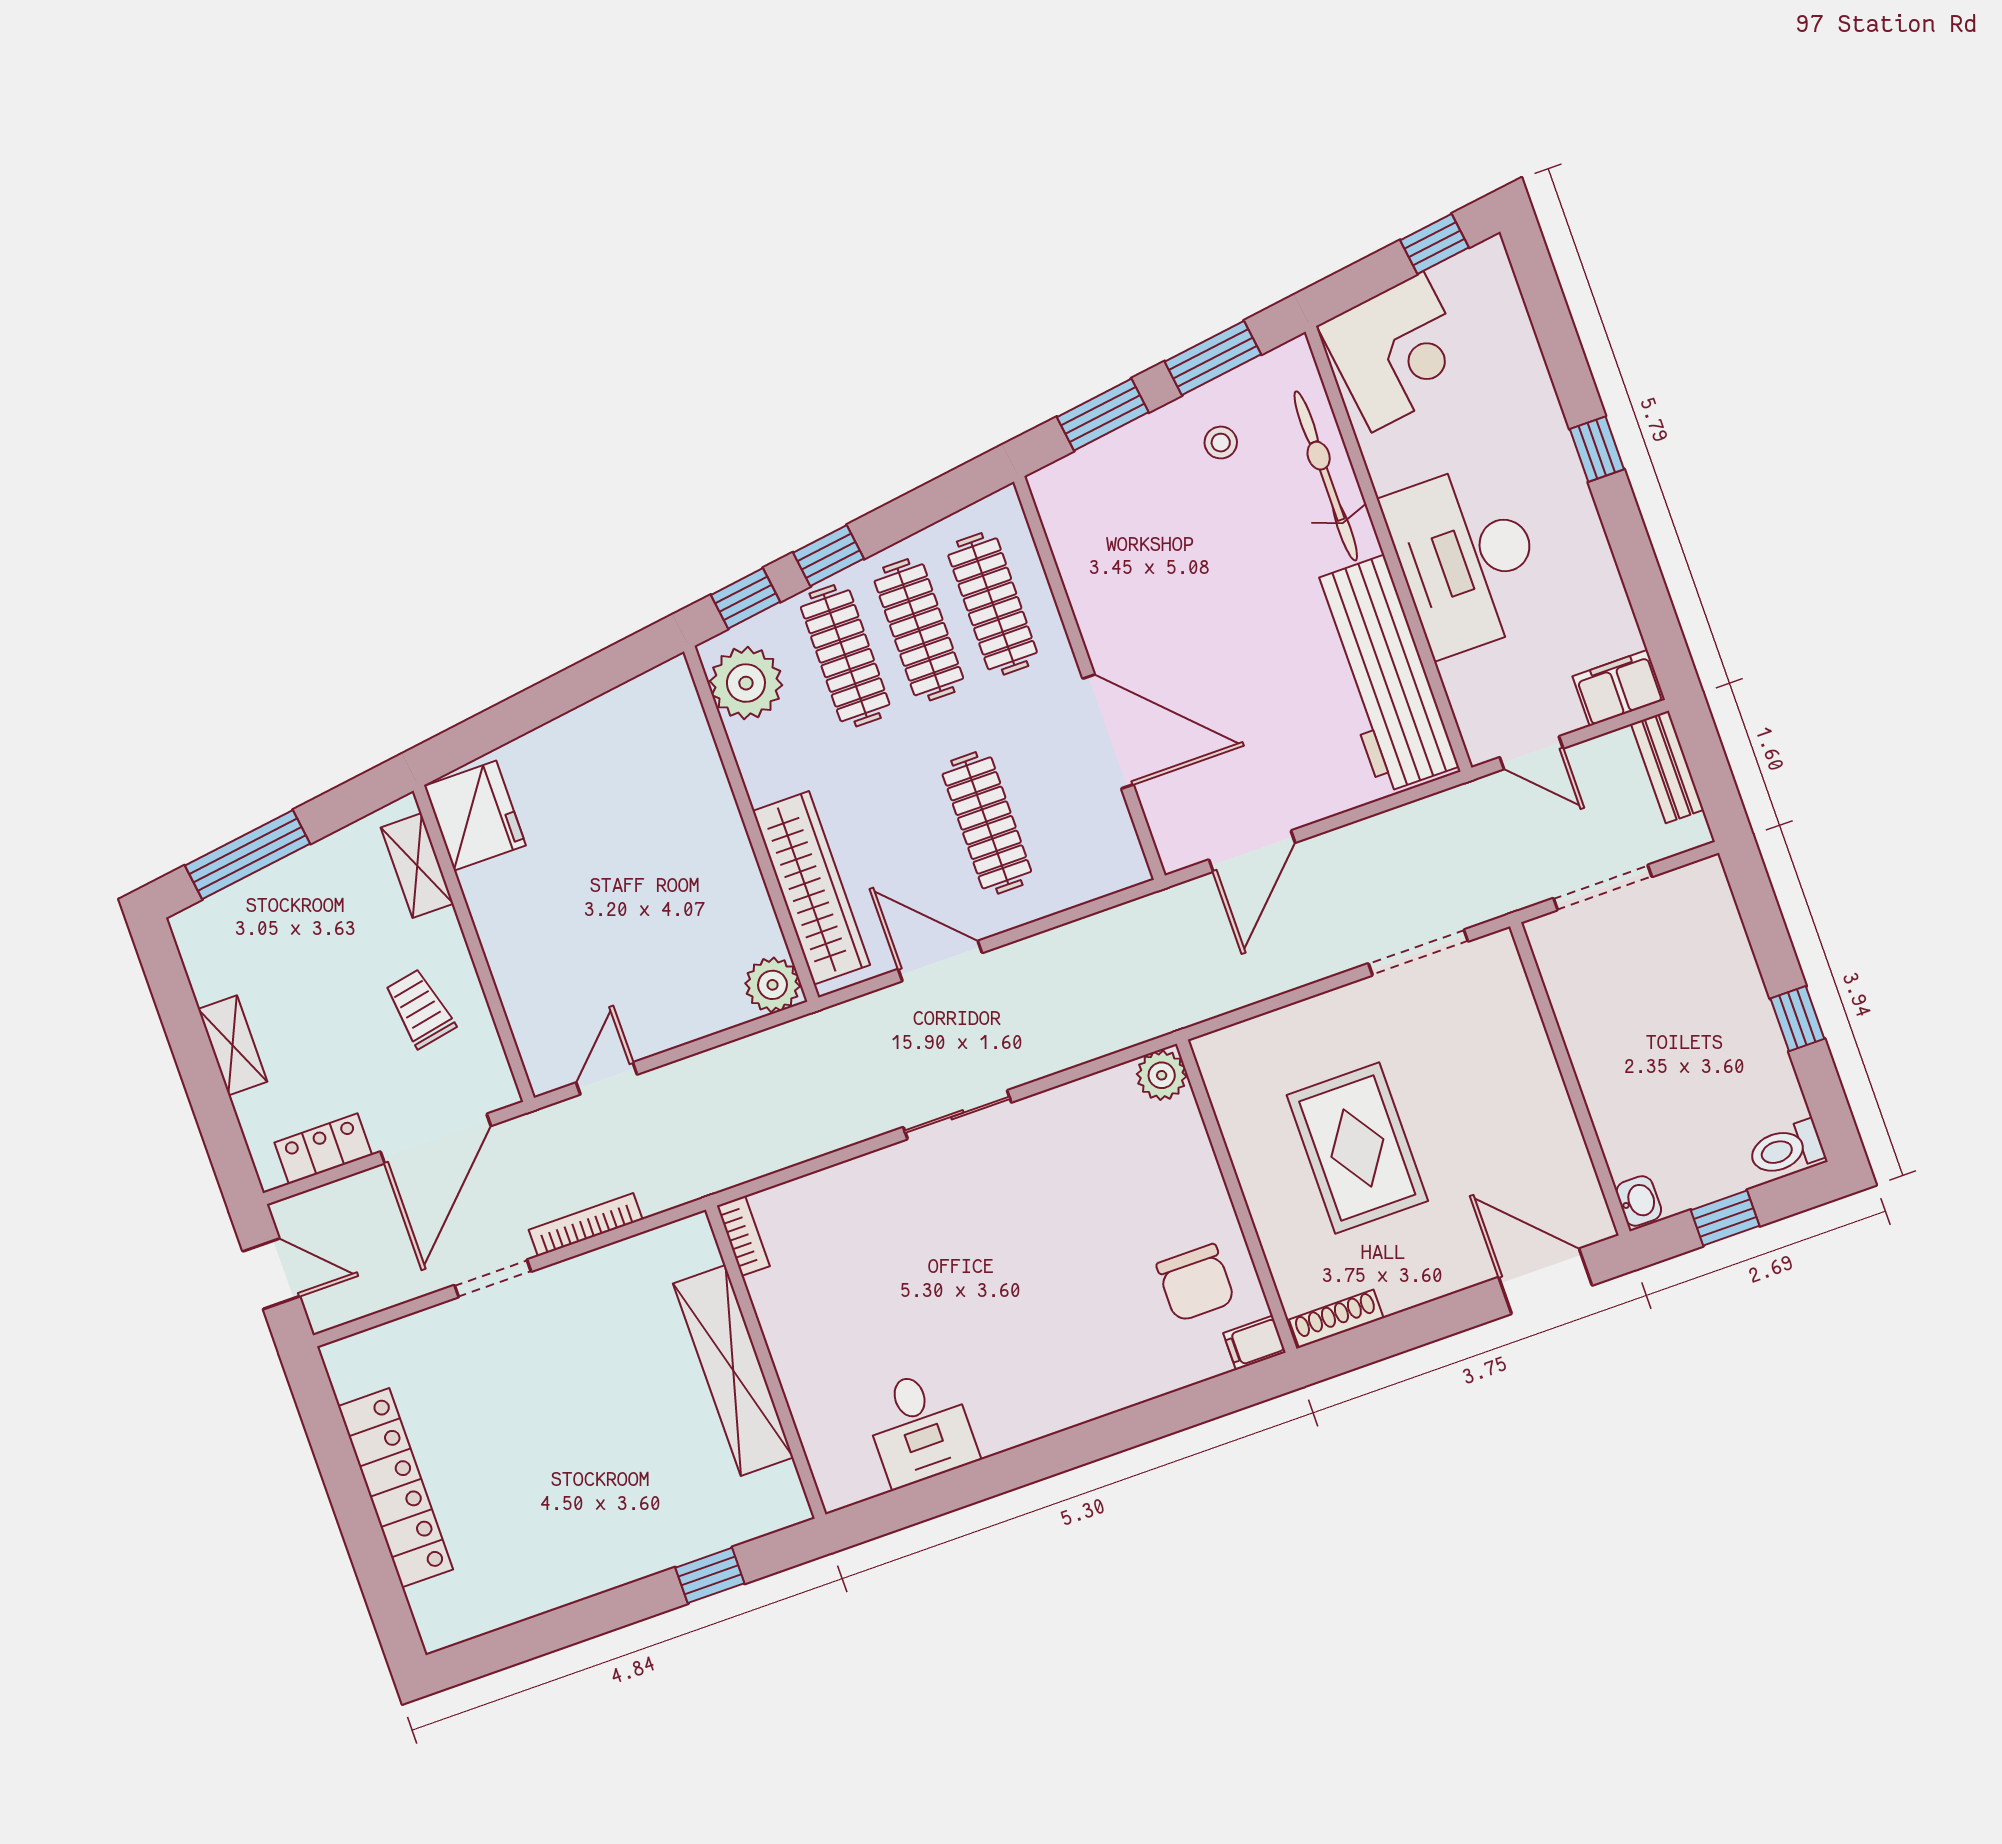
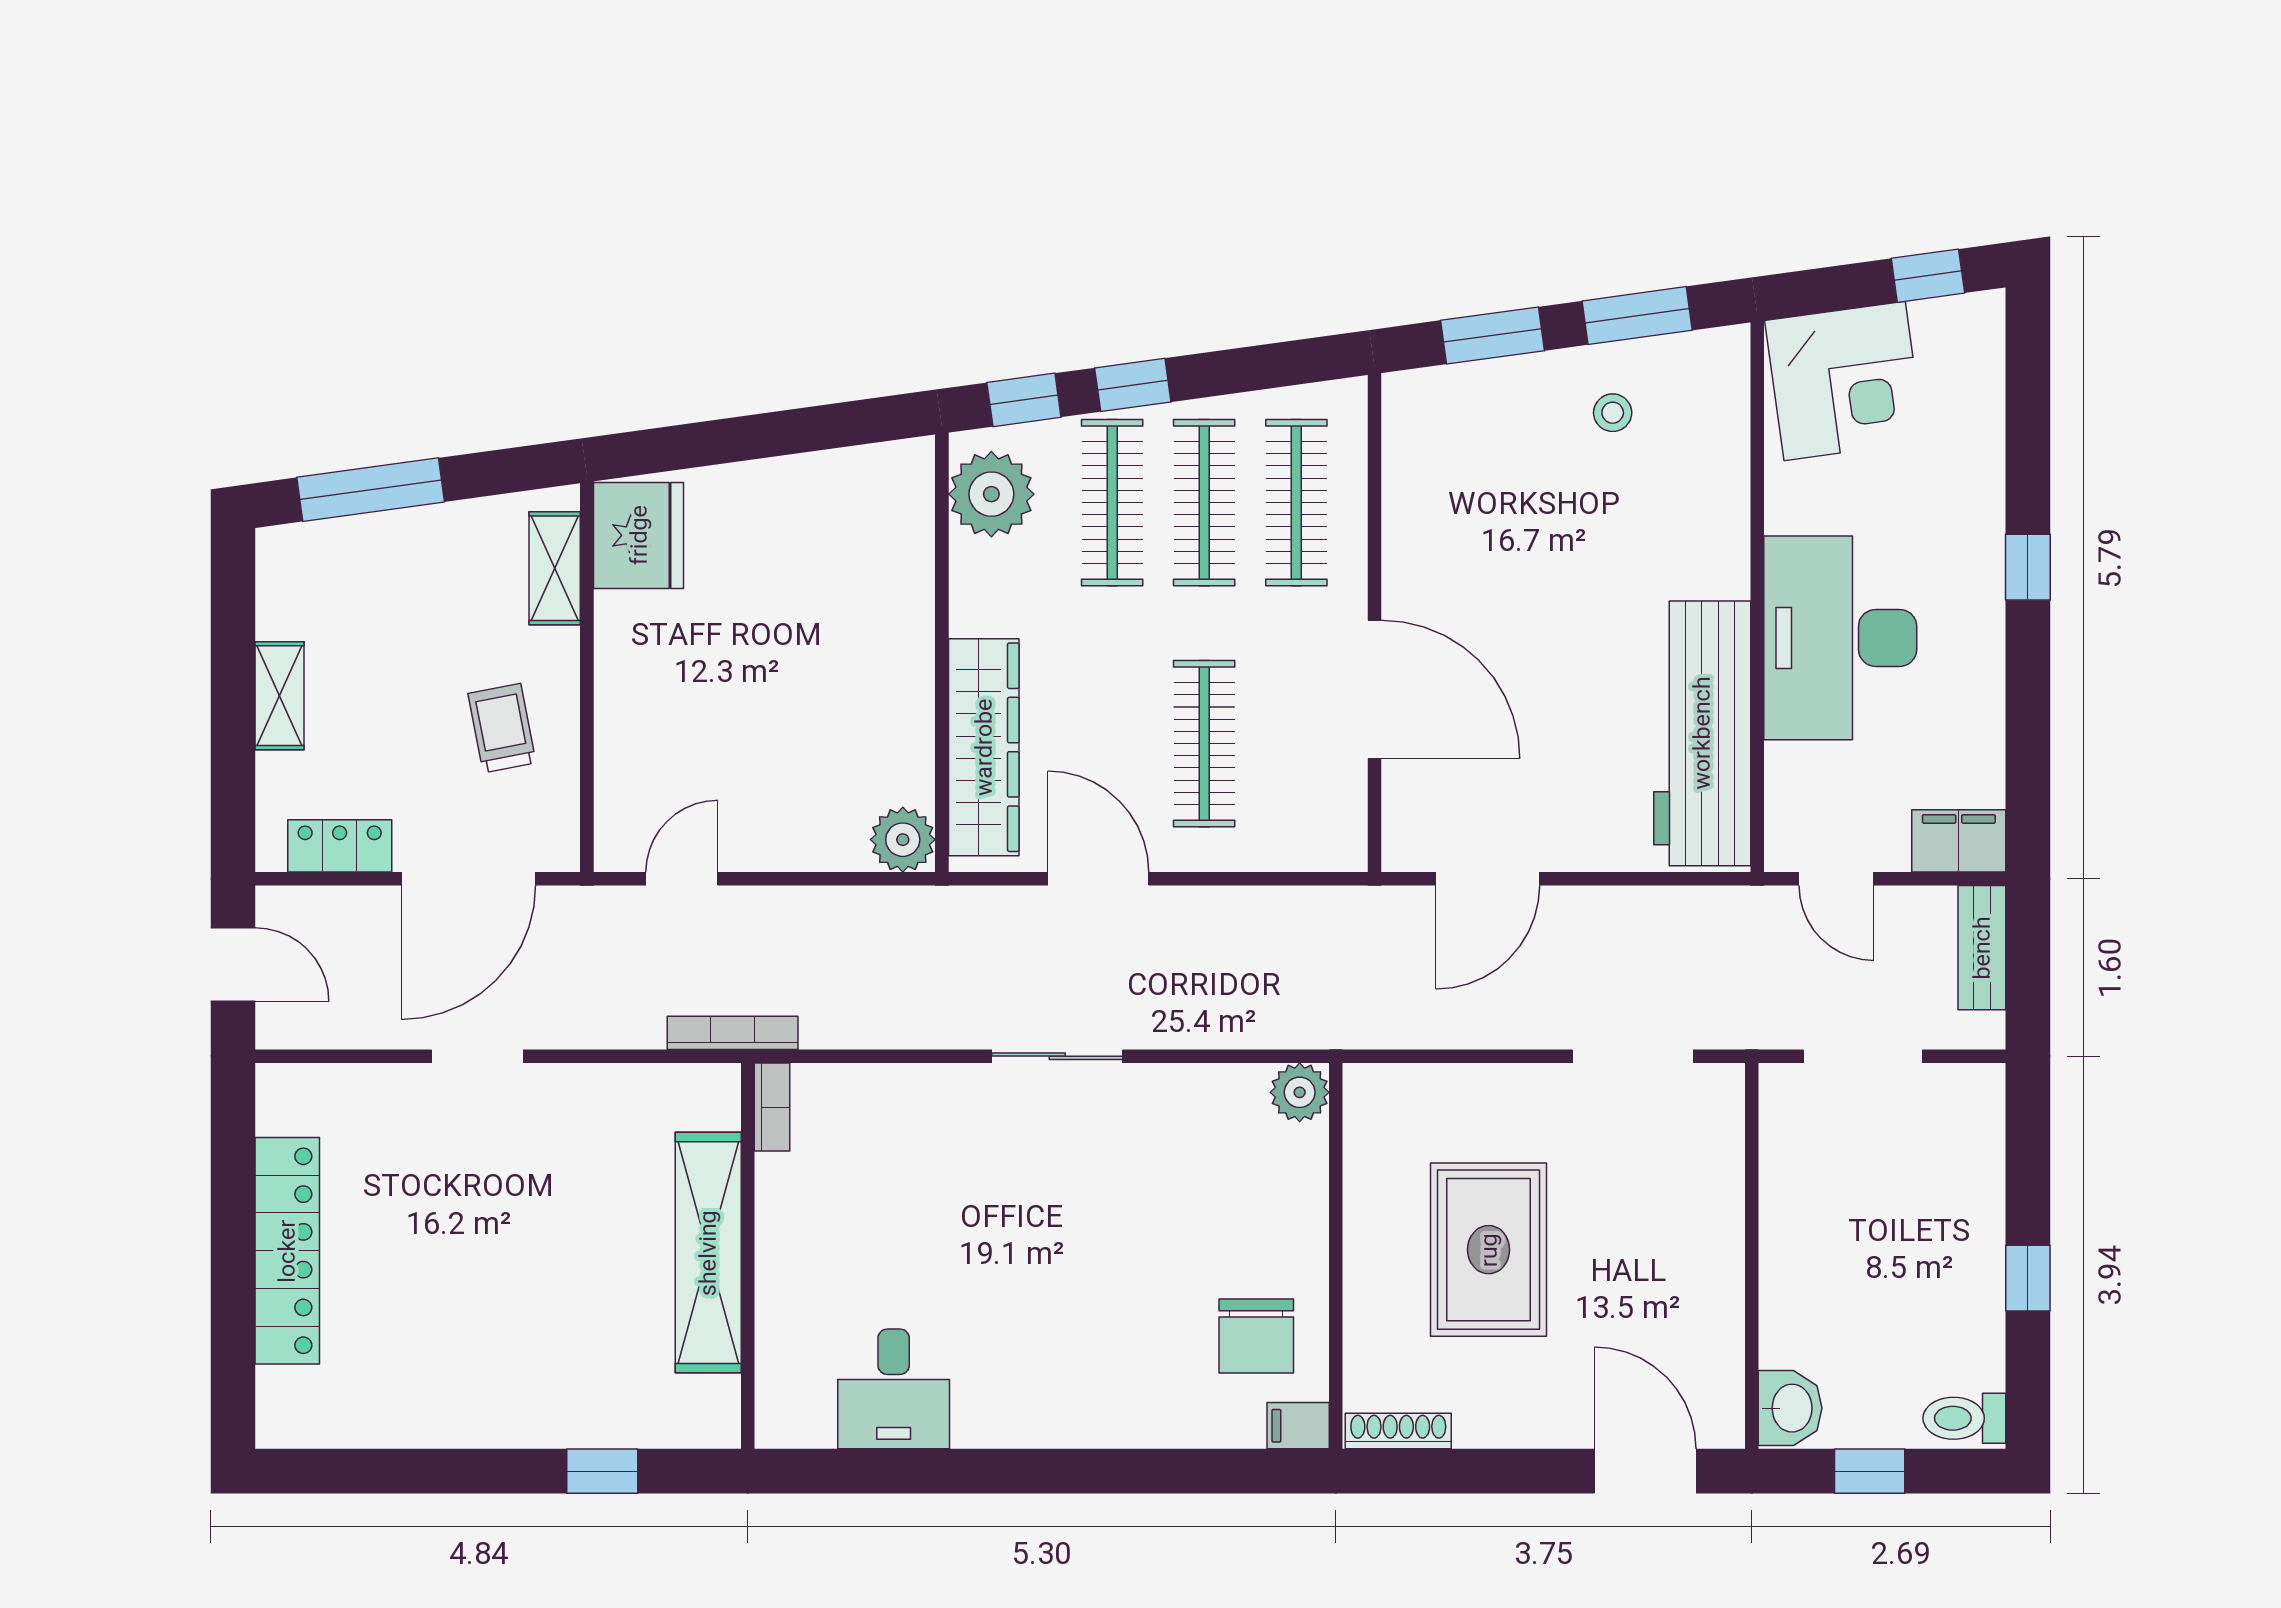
bicycle: (1326, 476) -> (1716, 491), removed
washbasin: (1639, 1201) -> (1790, 1408), width x1.38, depth x1.45
bookcase: (586, 1225) -> (733, 1033), moved

